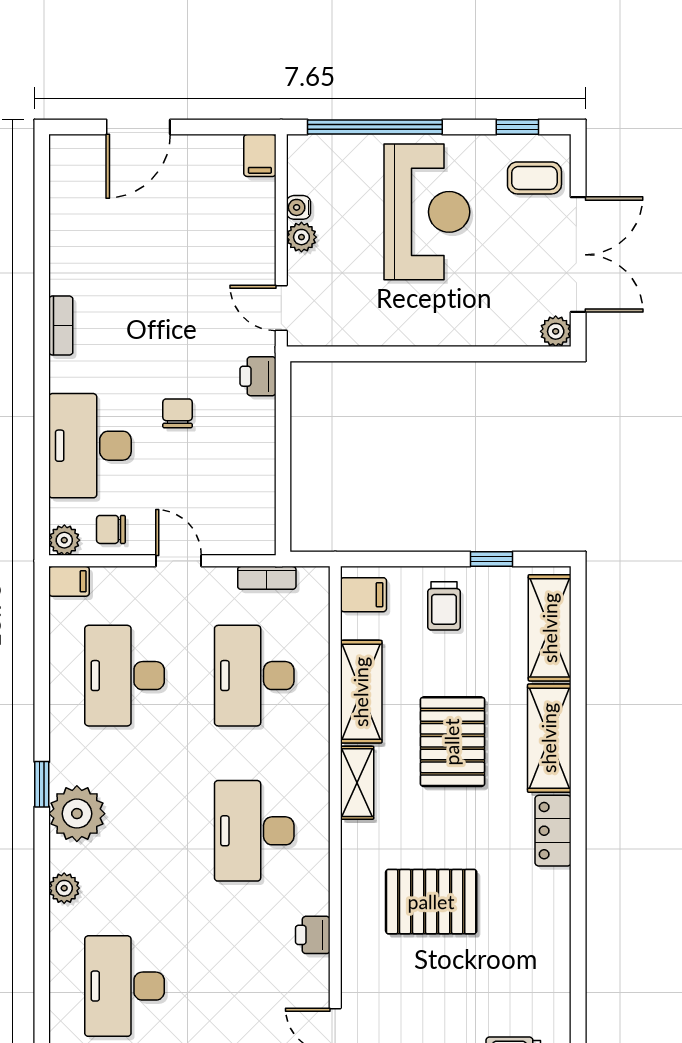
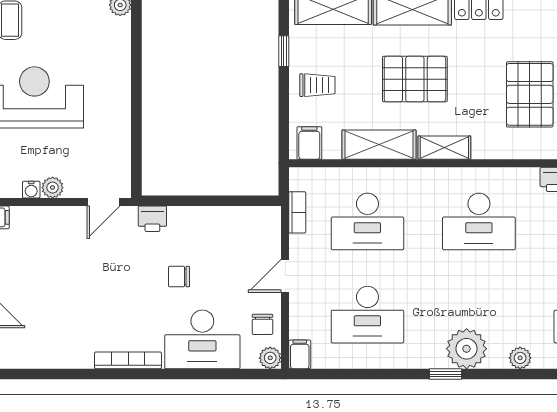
bookcase: (61, 326) -> (128, 360), width x1.56

